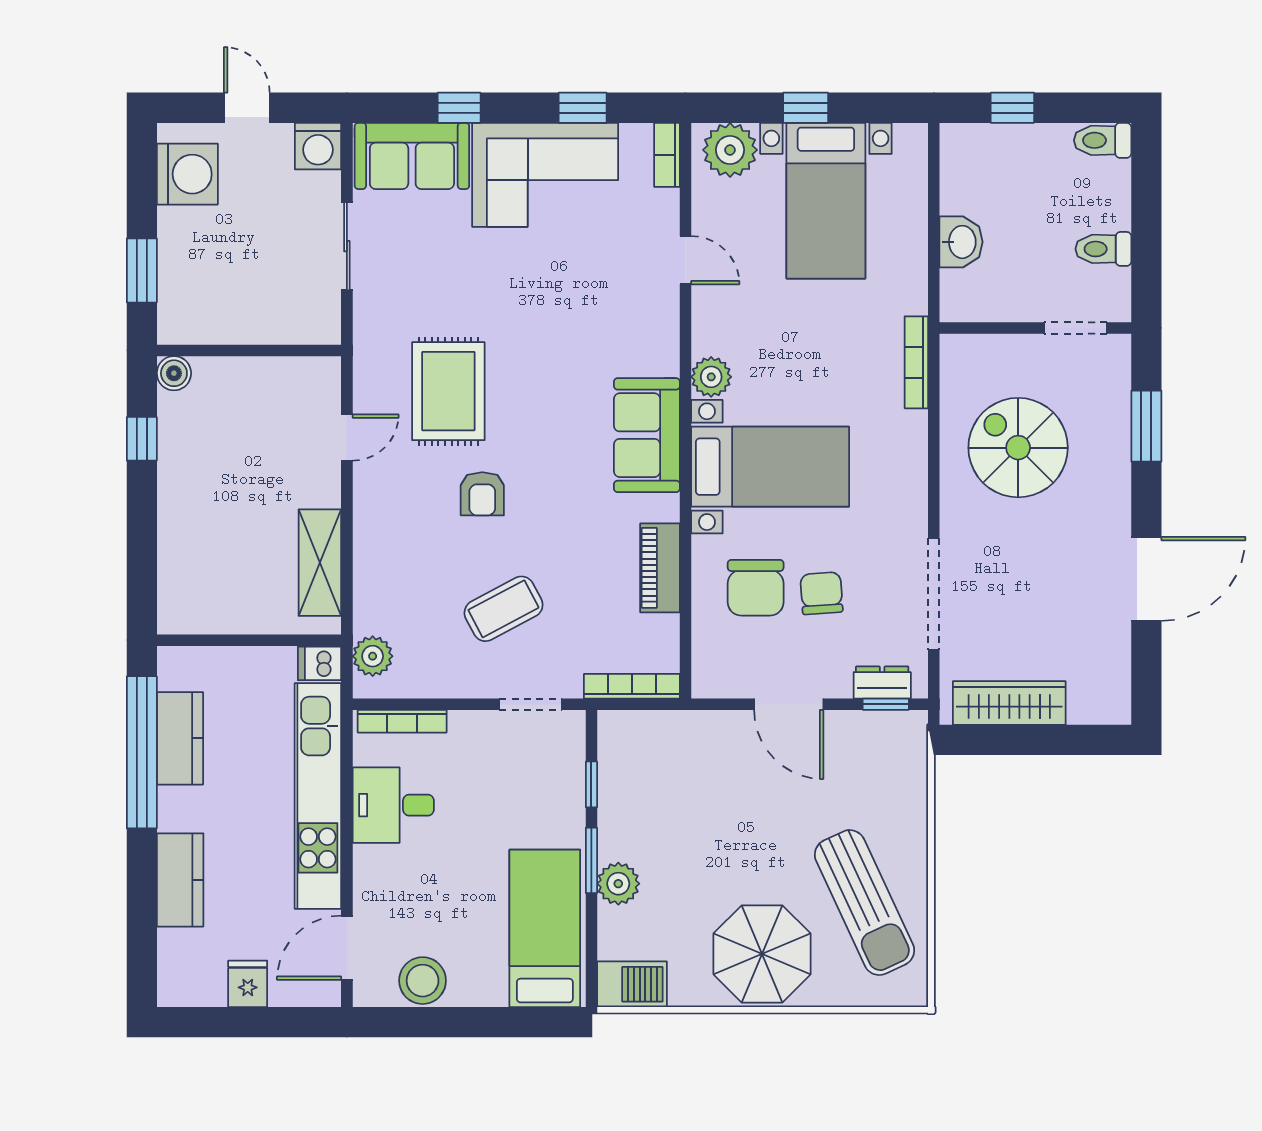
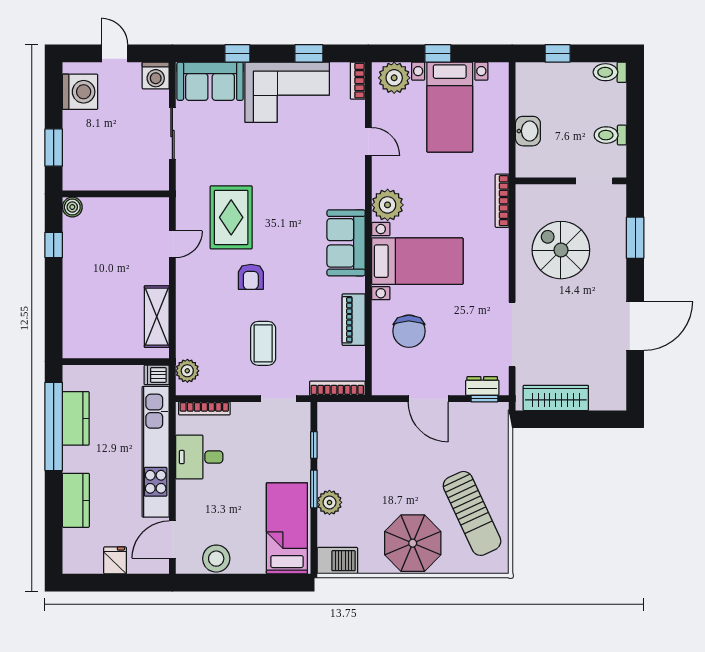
plant: (711, 377) -> (388, 205), width x1.36, depth x1.36
chair: (821, 593) -> (447, 334), removed
coffee table: (504, 609) -> (263, 343), turned -62

